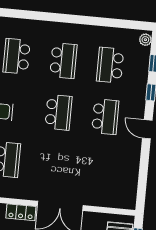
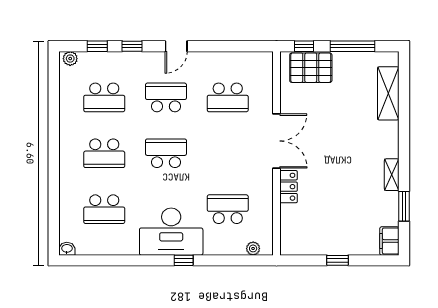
school desk: (63, 61) -> (104, 153), turned 180
school desk: (100, 168) -> (228, 97), added

